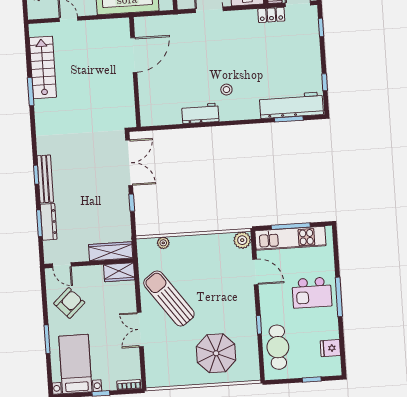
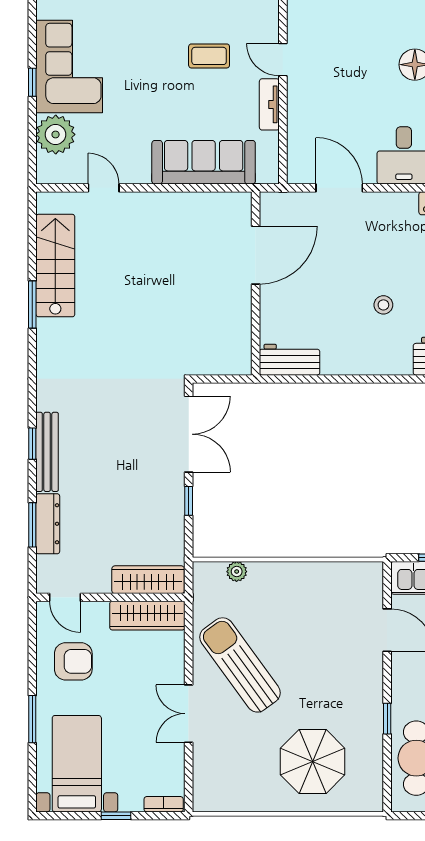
door: (134, 55) -> (256, 255), moved
wall: (135, 72) -> (256, 283), moved
stool: (226, 90) -> (383, 305), moved
workbench: (200, 113) -> (289, 360), moved
plant: (242, 240) -> (369, 576), removed
wardrobe: (119, 272) -> (147, 616), width x1.50
armchair: (69, 303) -> (73, 661), turned 43

